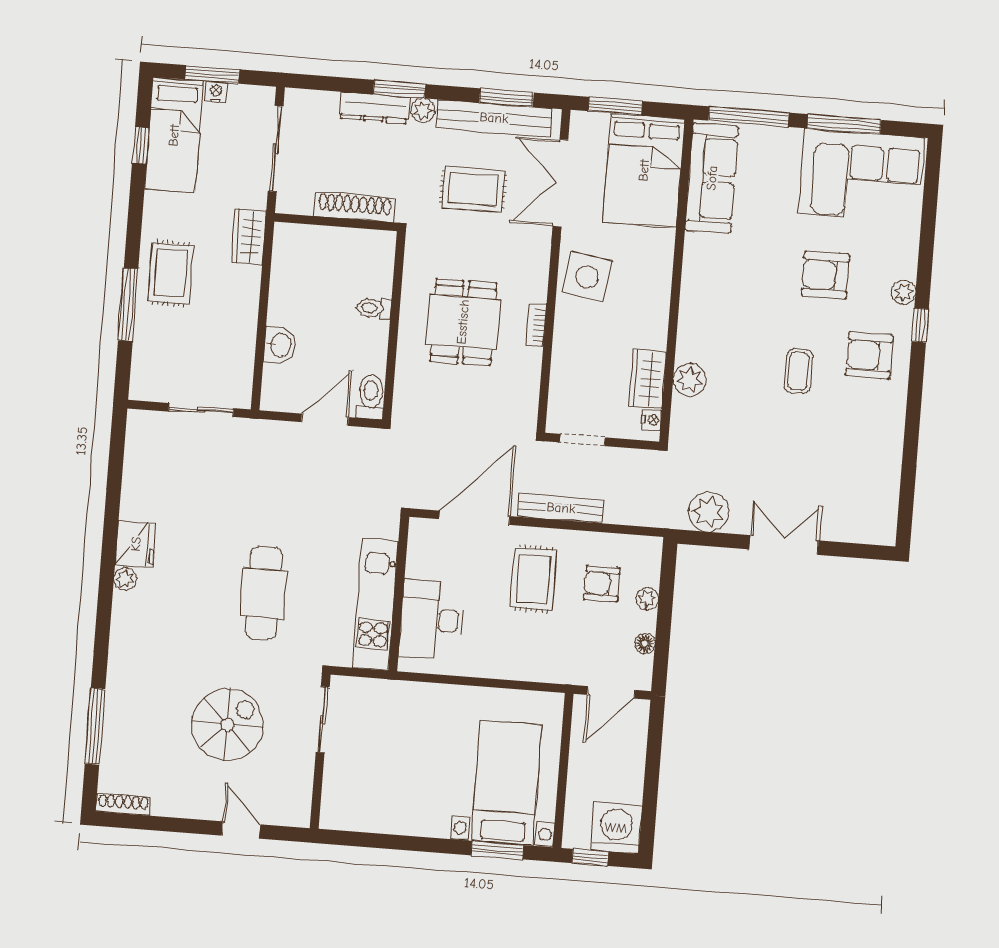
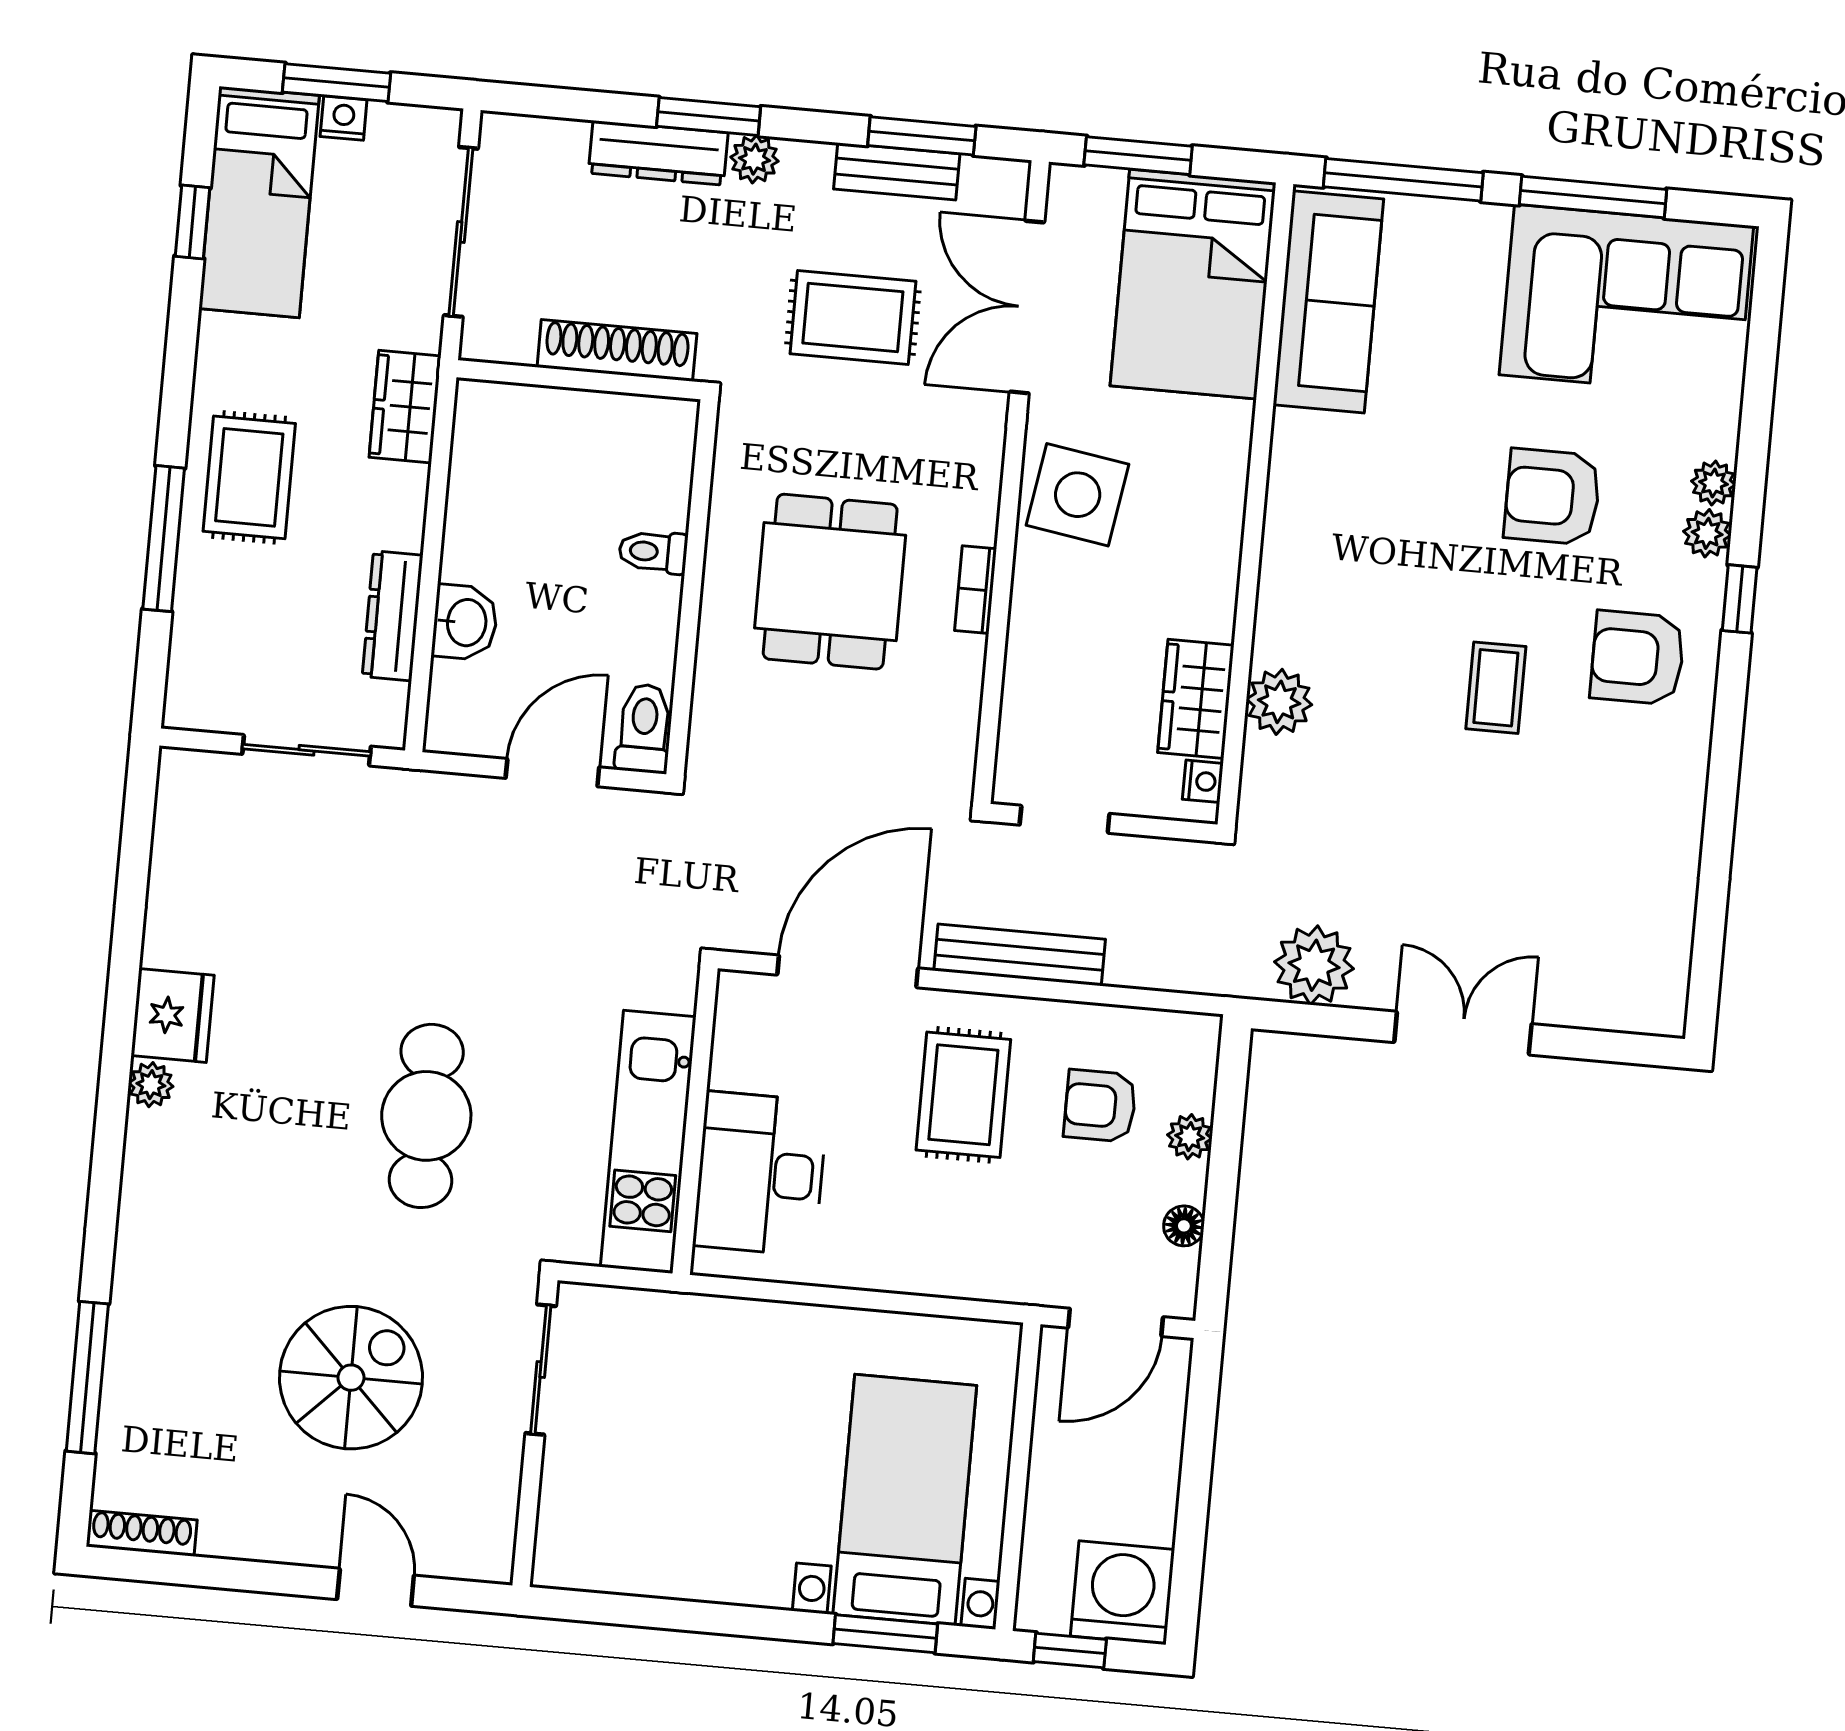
bench: (494, 118) -> (897, 171), width x0.54, depth x0.82
plant: (906, 267) -> (1714, 483), added
dresser: (244, 342) -> (393, 616), added

